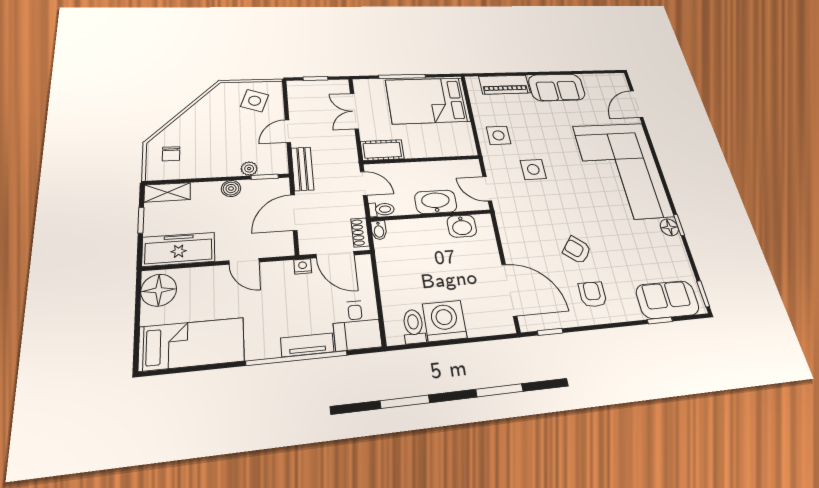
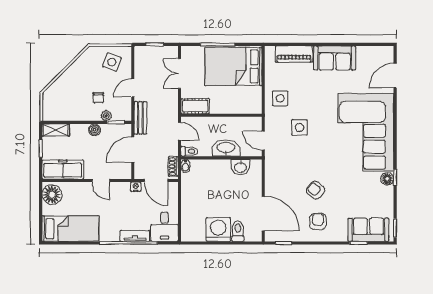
chair: (171, 154) -> (98, 98), moved
toilet: (414, 326) -> (238, 231), moved

